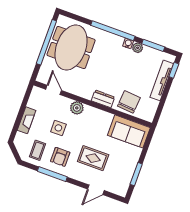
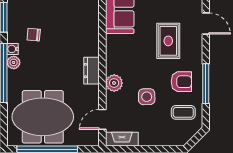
plant: (138, 48) -> (14, 62), moved
dresser: (103, 99) -> (91, 71), moved
chair: (129, 102) -> (34, 35), moved, width x0.54, depth x0.54
fireplace: (27, 120) -> (122, 139), moved

